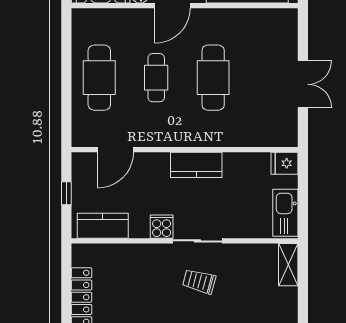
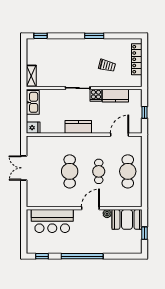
kitchen counter: (103, 226) -> (115, 96), moved
trolley: (199, 281) -> (107, 66), moved

